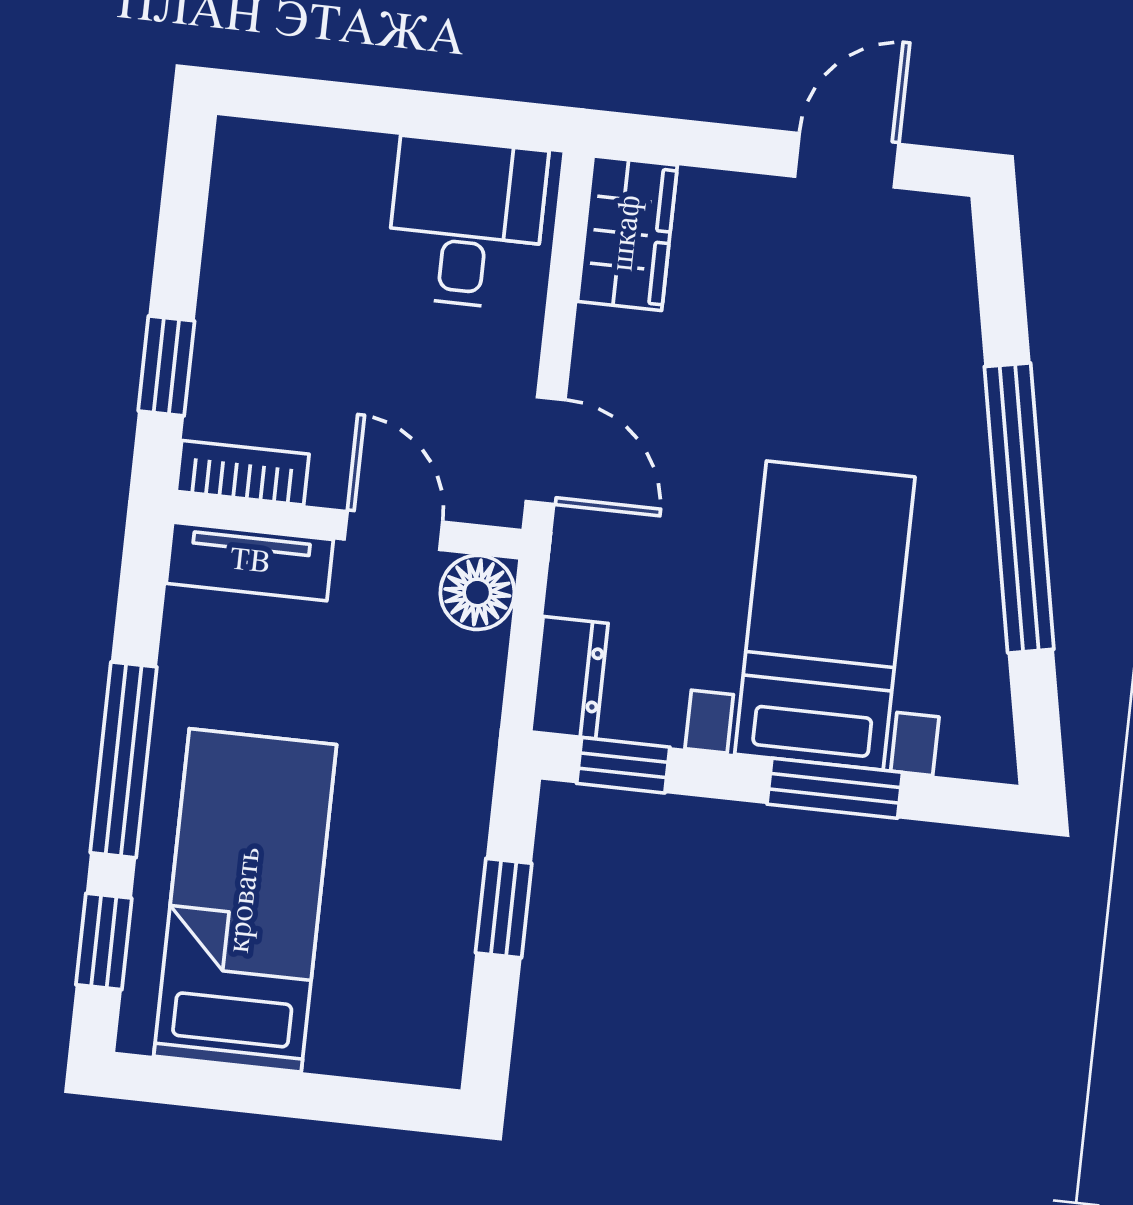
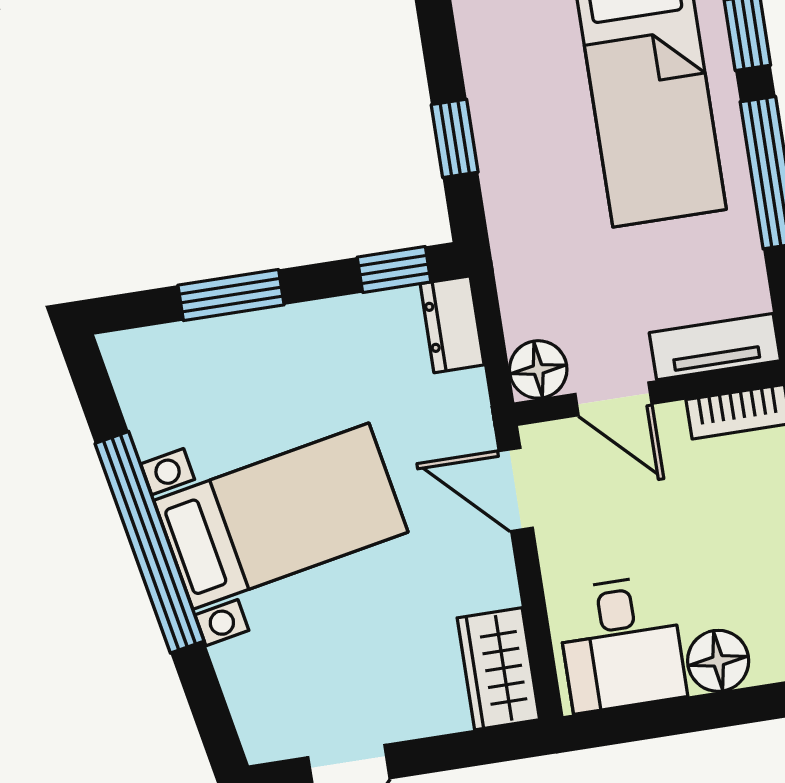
floor lamp: (351, 169) -> (718, 661), added
bed with nightstands: (825, 616) -> (281, 516), moved, turned -101

